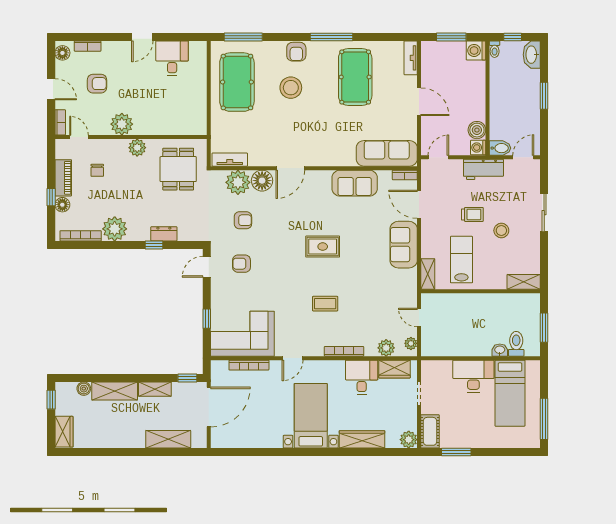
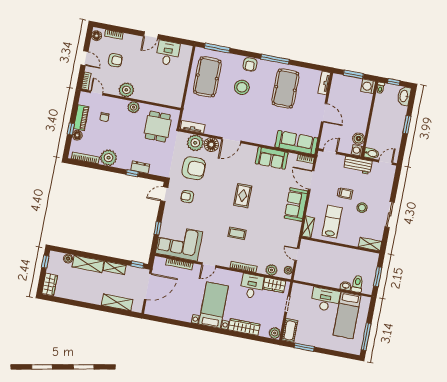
sliding door: (544, 213) -> (390, 215), moved
armchair: (243, 220) -> (194, 168), width x1.88, depth x1.88
rug: (323, 247) -> (243, 196), turned 90

